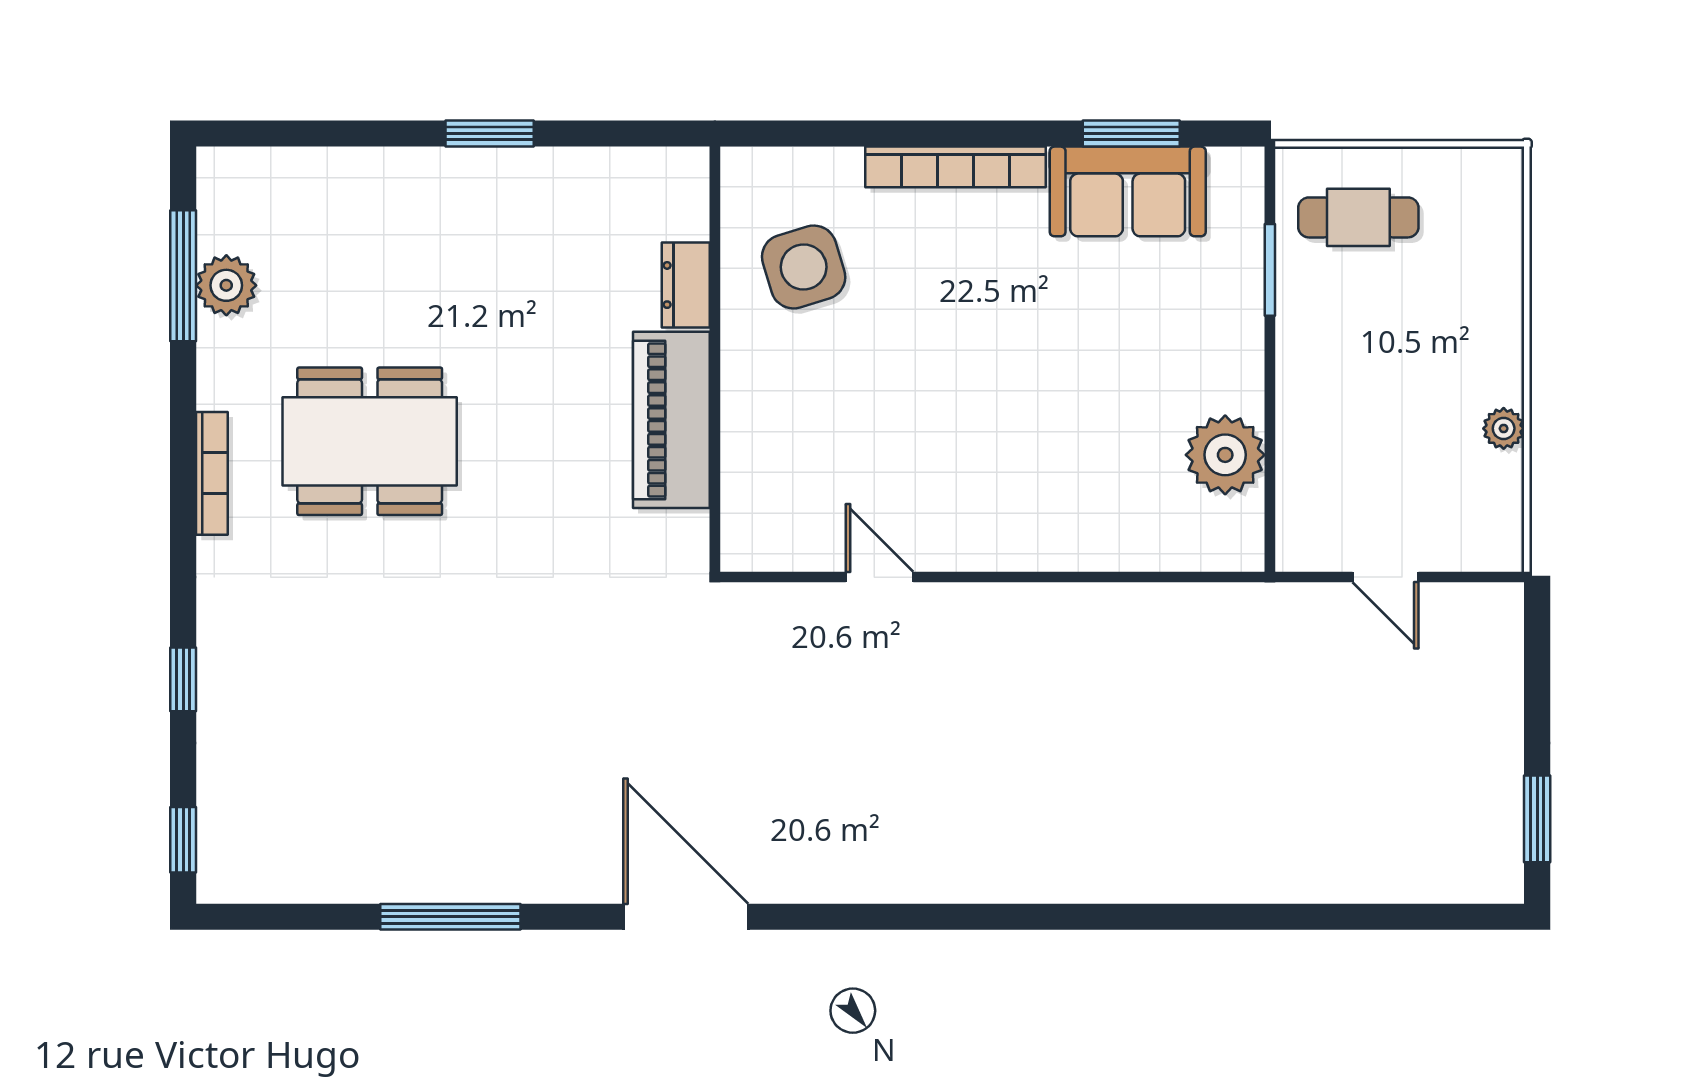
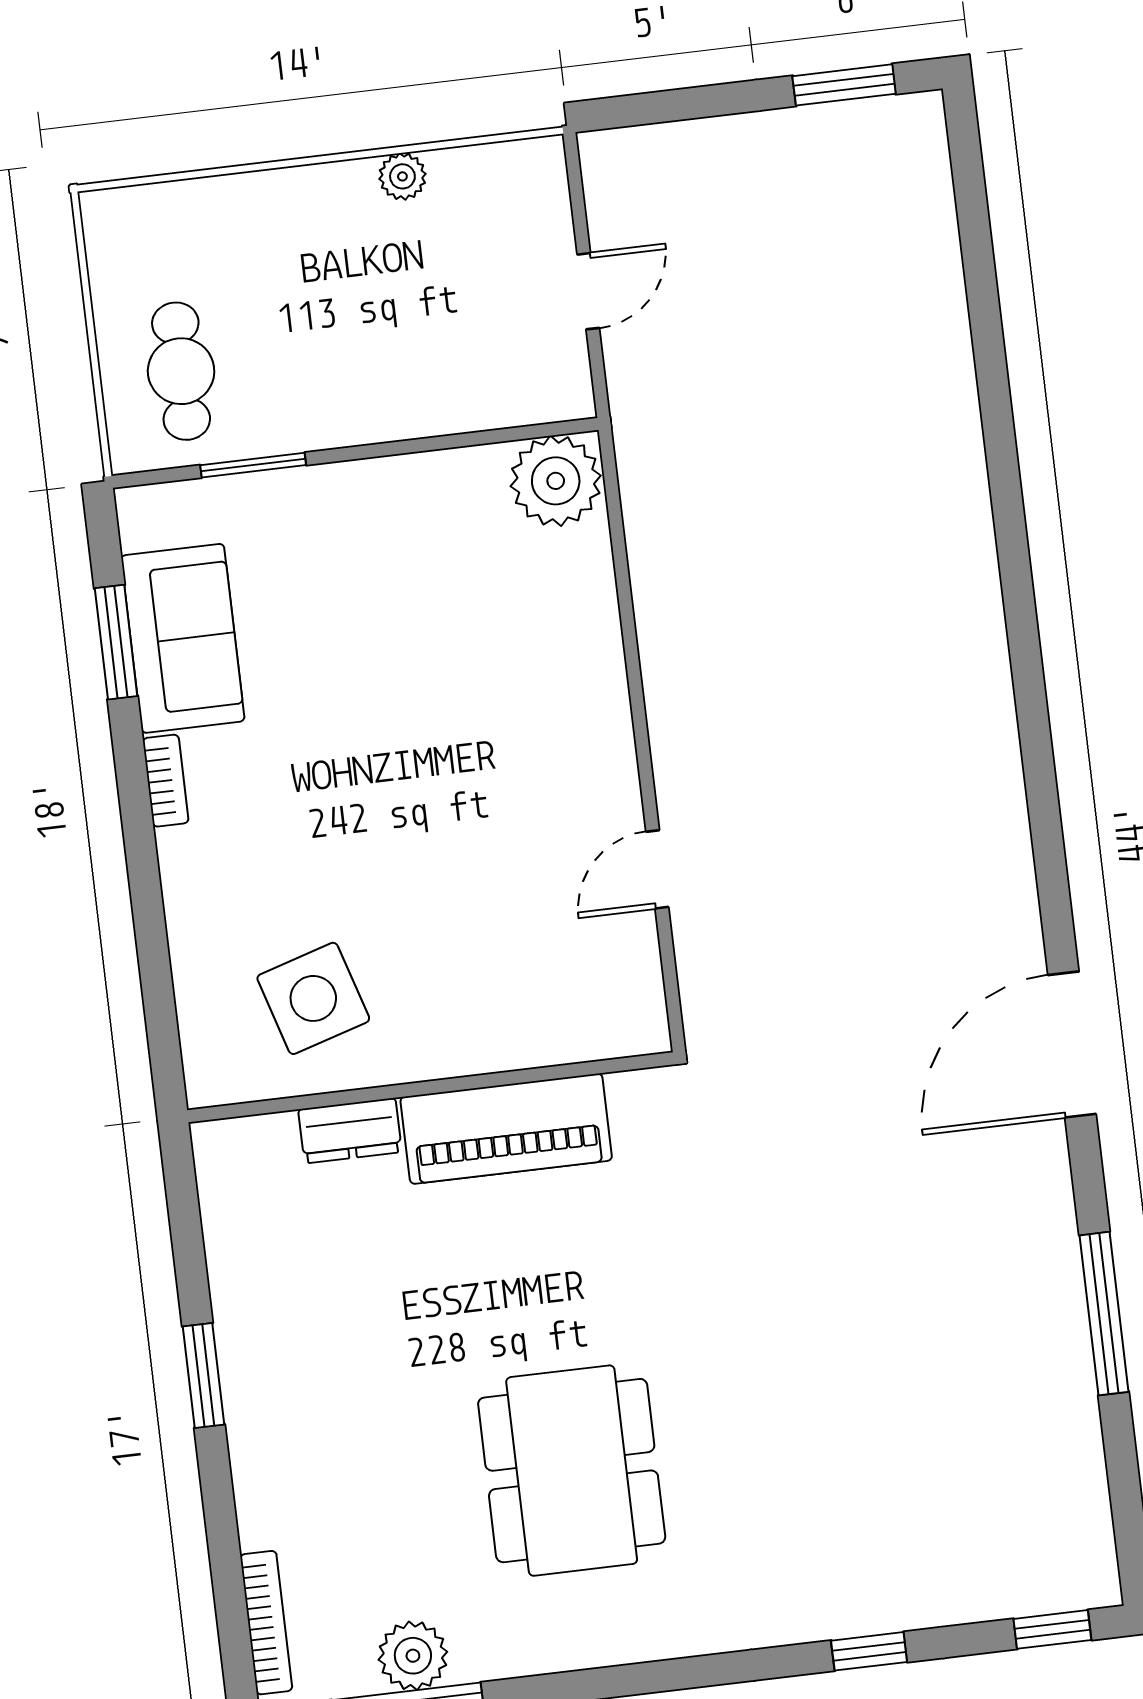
bookcase: (956, 167) -> (166, 781), width x0.43, depth x0.76
plant: (1225, 455) -> (556, 481), moved
bookcase: (212, 473) -> (266, 1623), moved, turned 90

